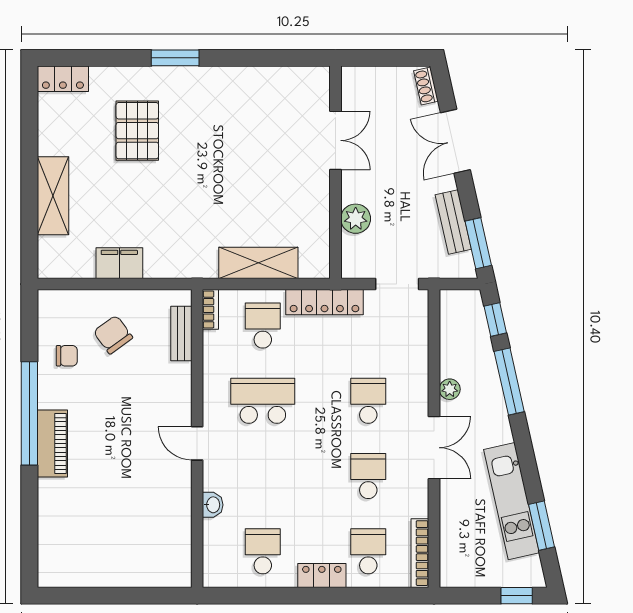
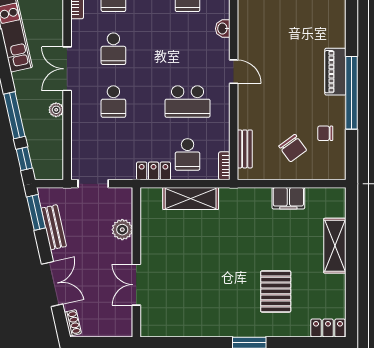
locker: (324, 302) -> (154, 171), width x0.66

